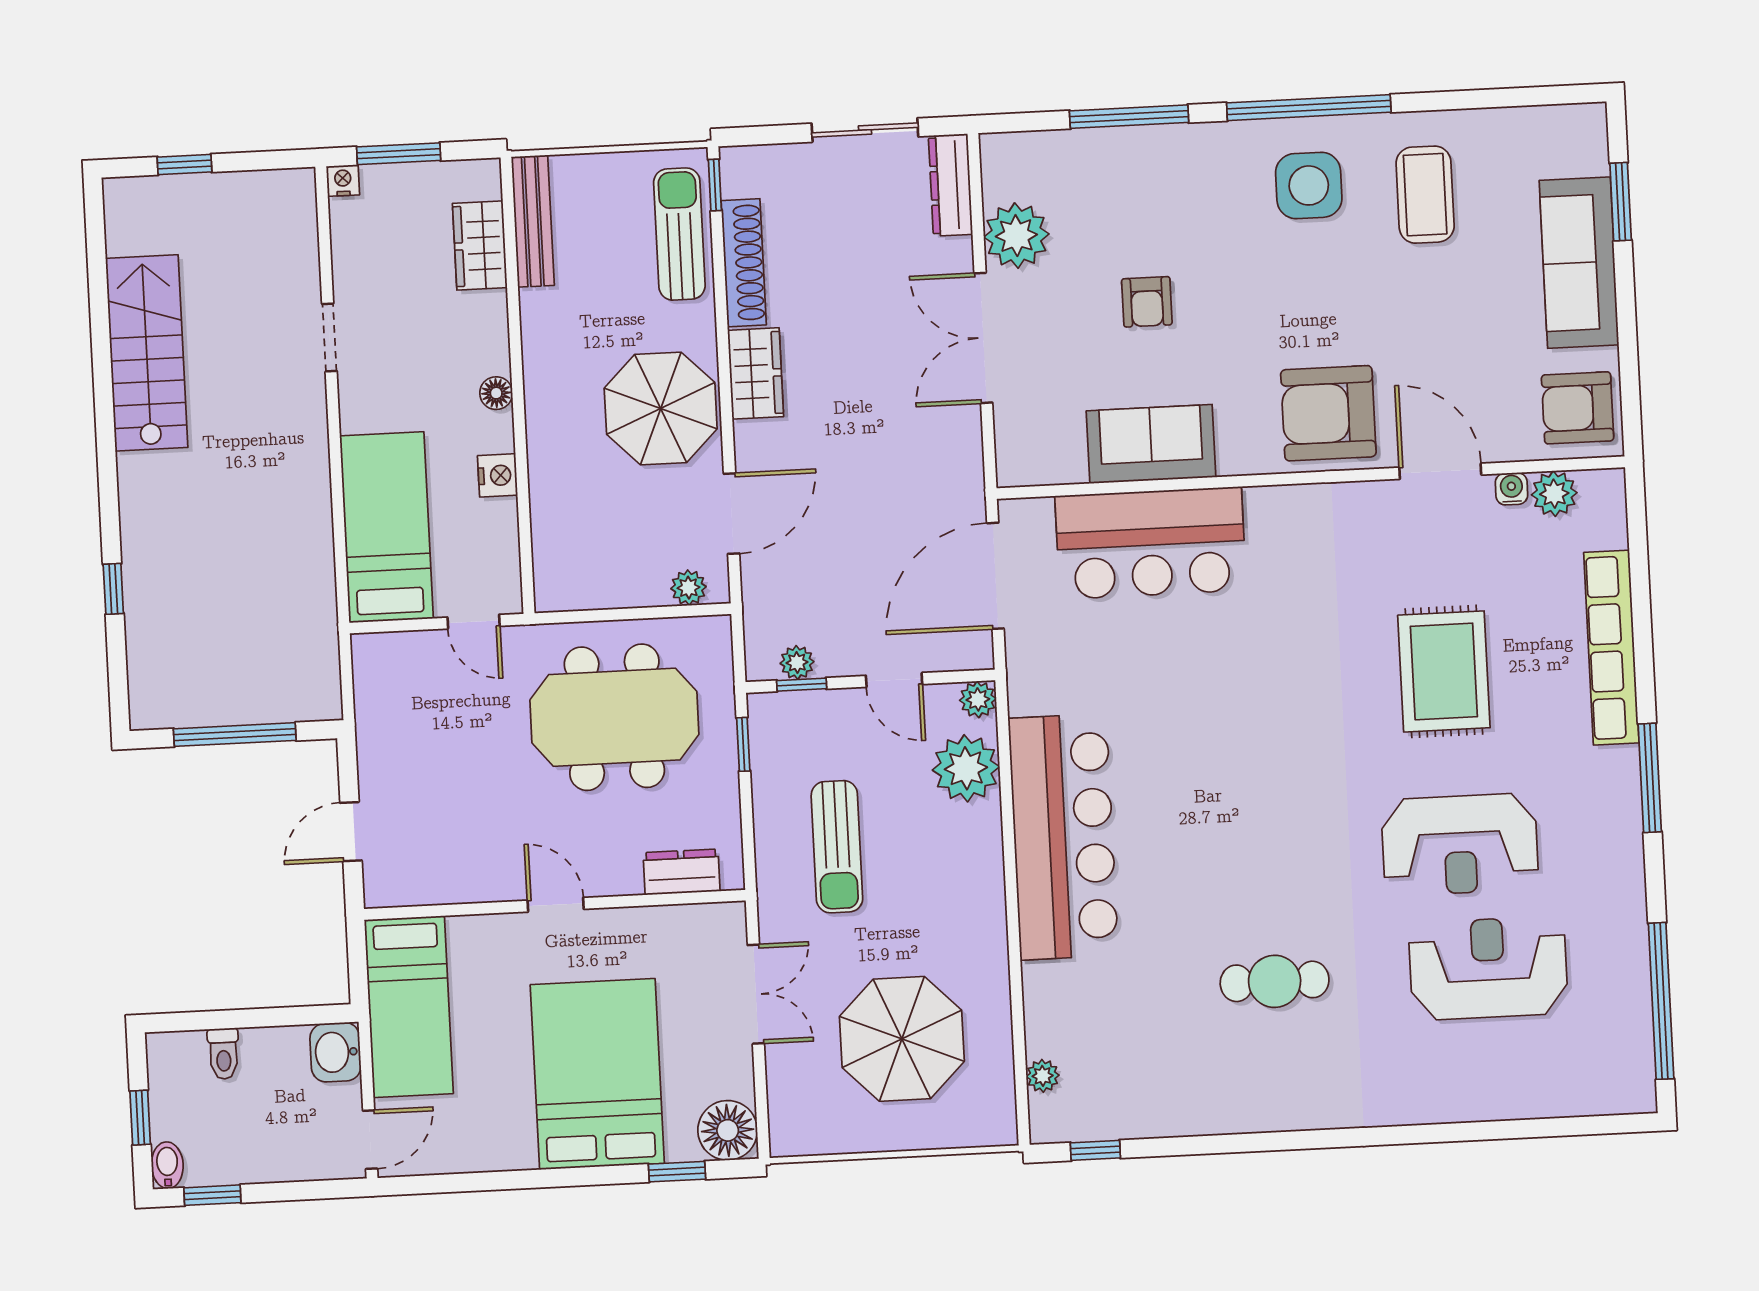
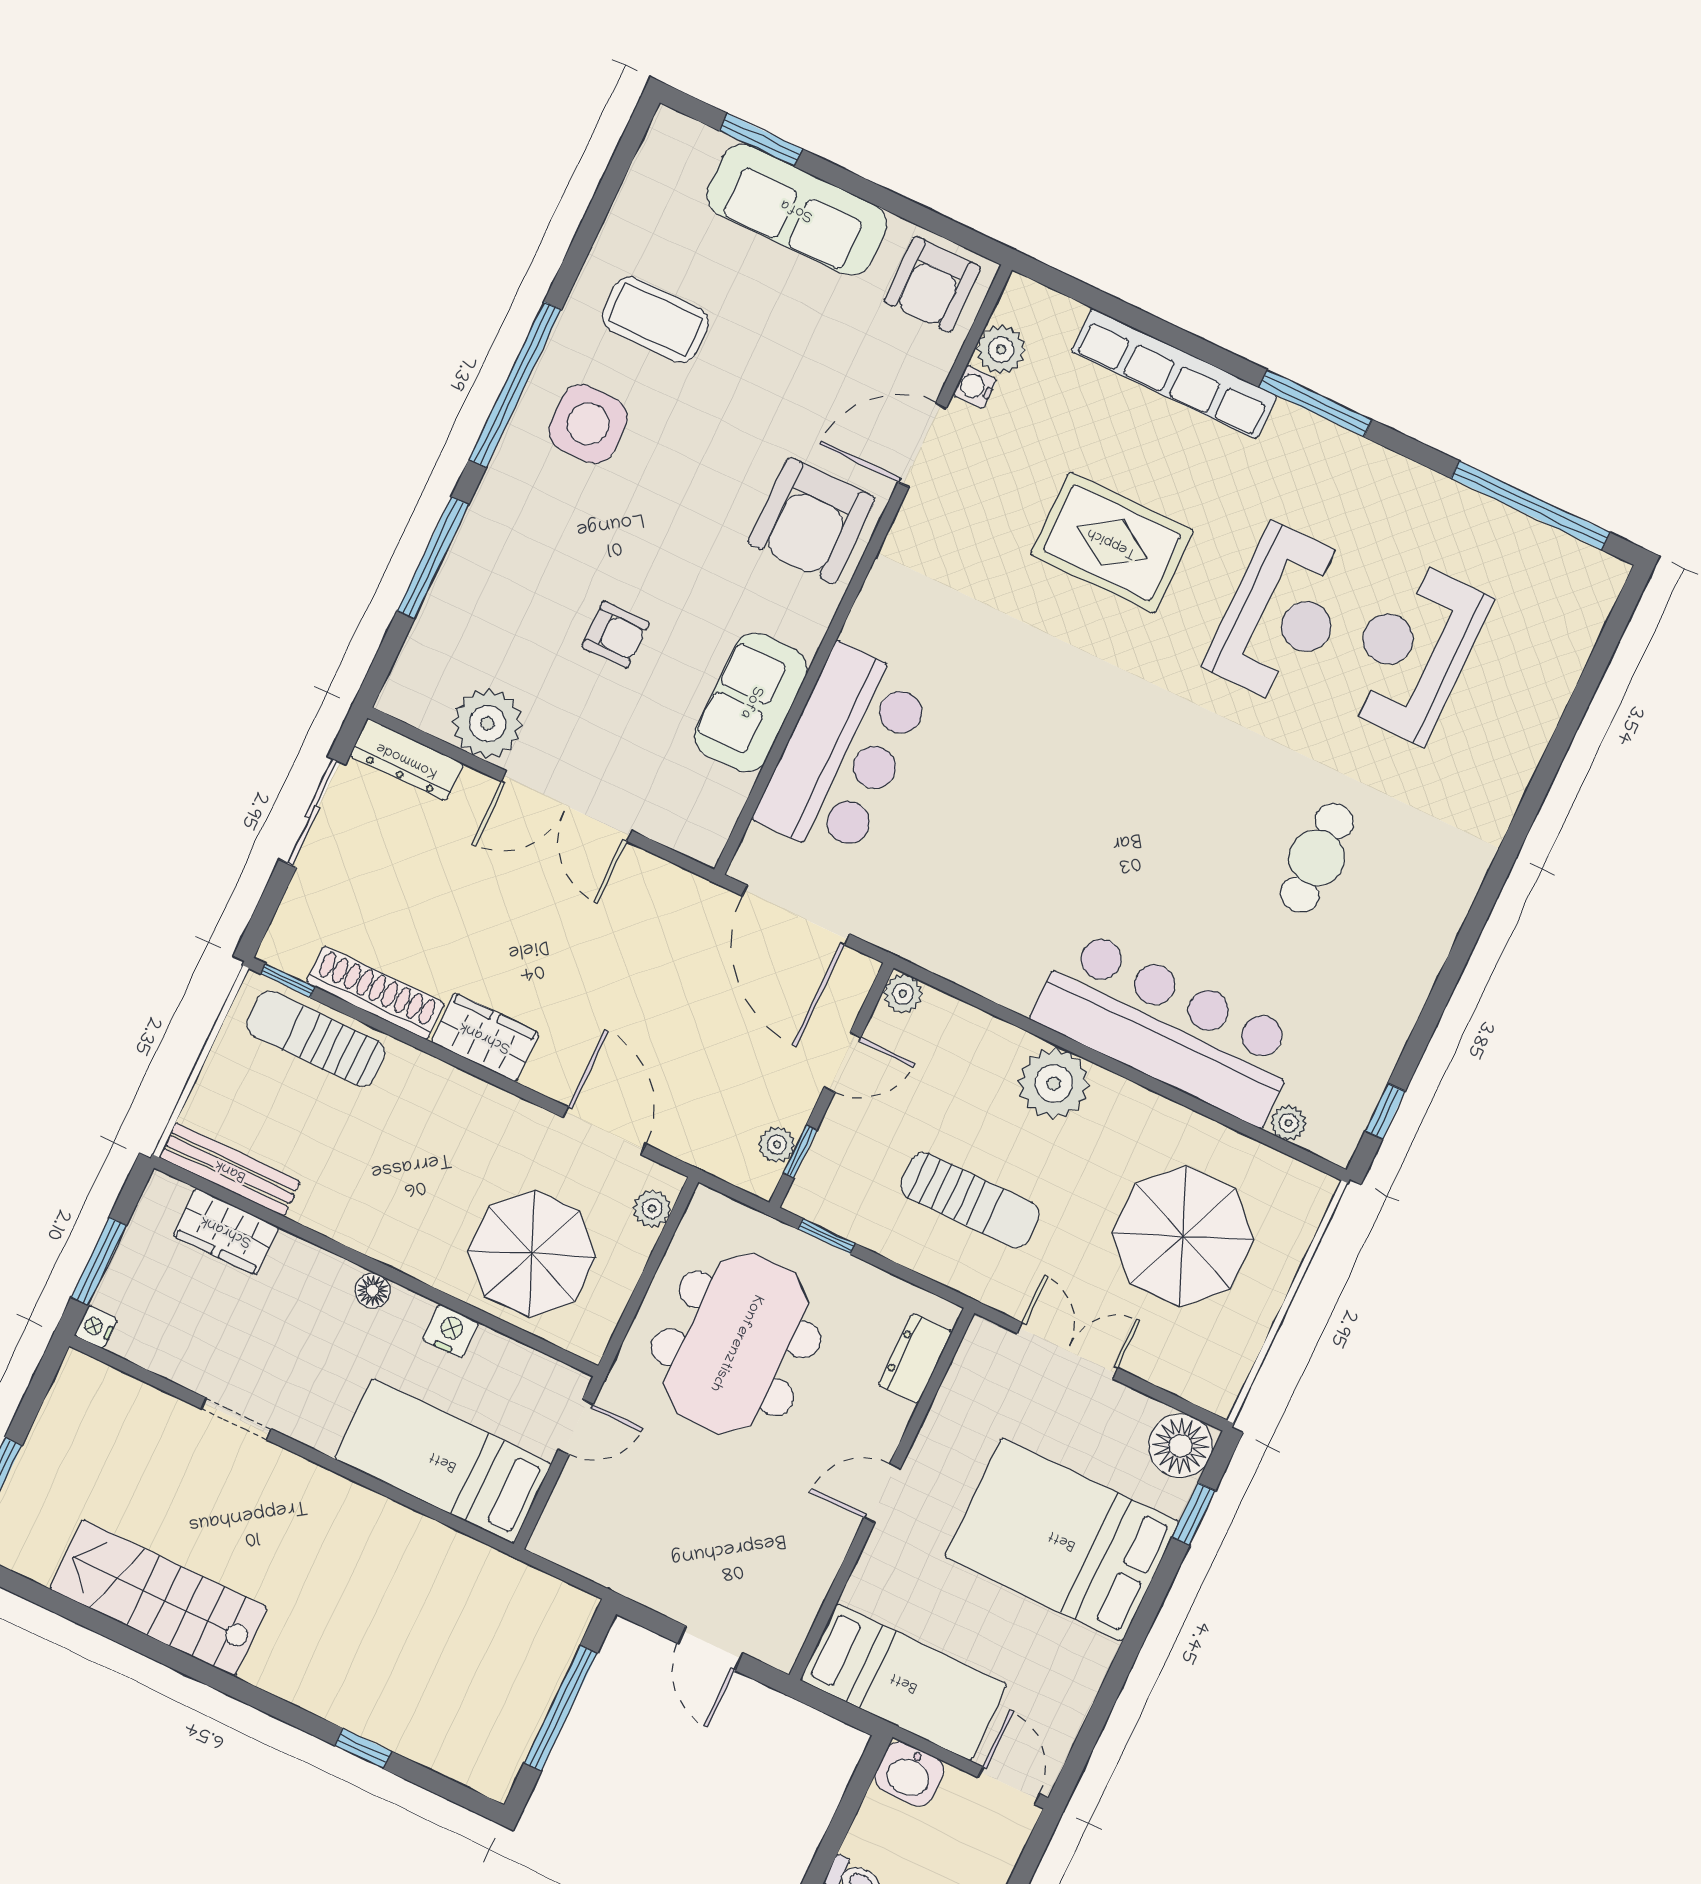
parasol: (661, 408) -> (532, 1254), moved
plant: (966, 768) -> (1054, 1083), moved
bar counter: (1063, 837) -> (1168, 1027), moved

